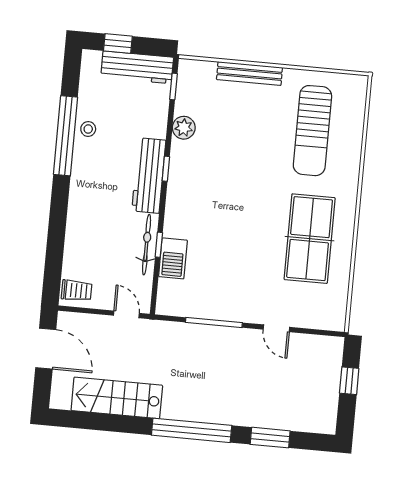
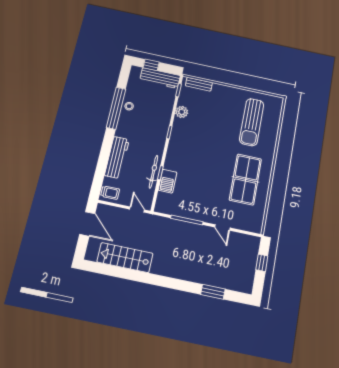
bench: (249, 73) -> (199, 84), moved, width x0.73
workbench: (149, 176) -> (117, 157), moved, turned 180
window: (192, 430) -> (167, 282), removed

